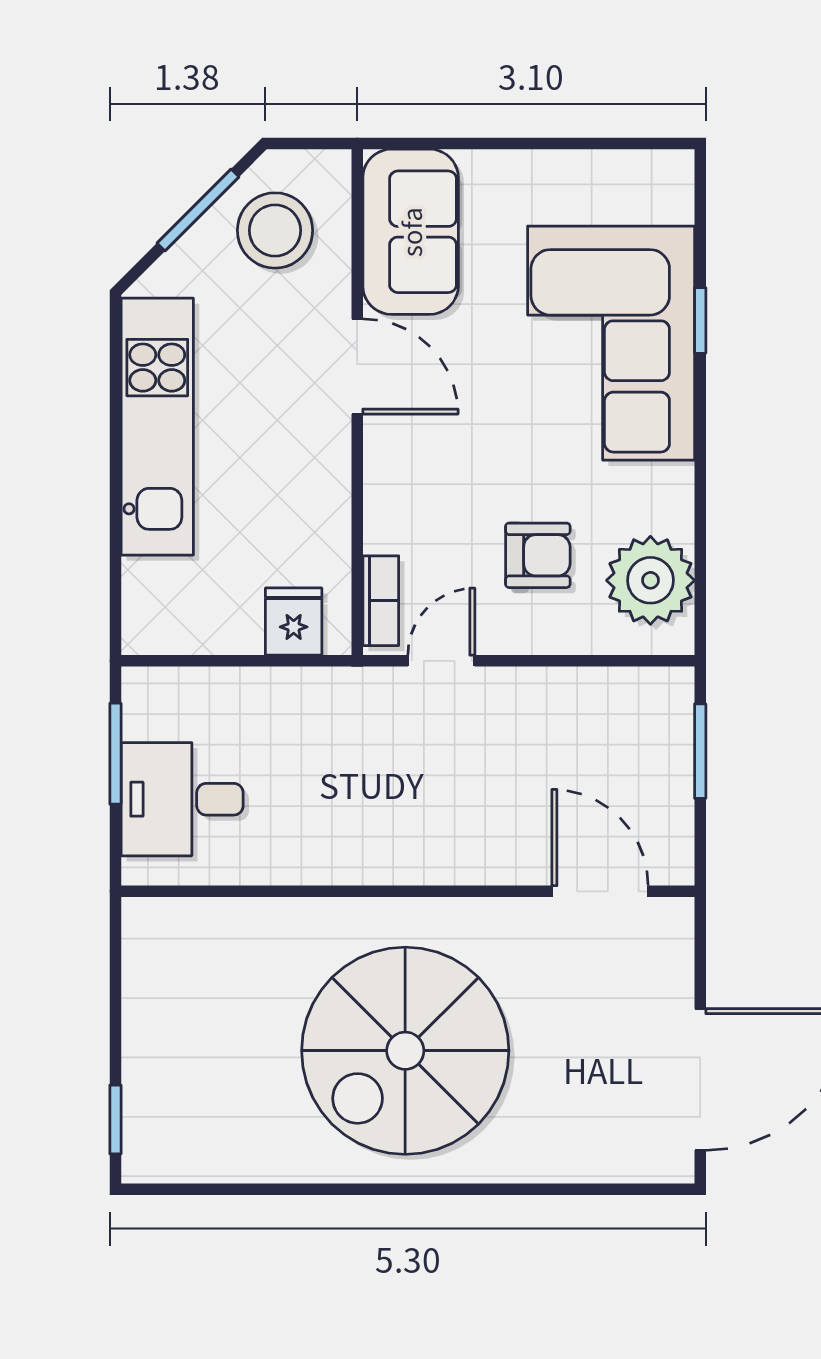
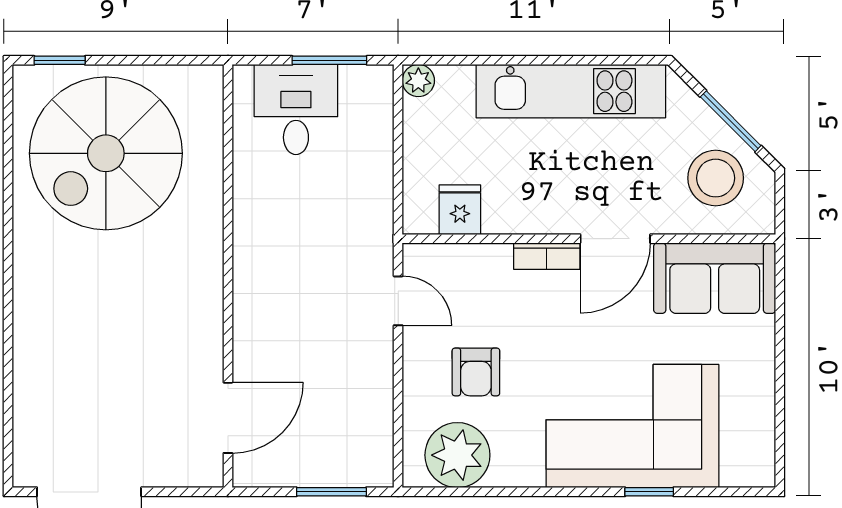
bookcase: (381, 601) -> (547, 256), moved
fridge: (294, 622) -> (460, 210), moved, turned -90
plant: (143, 633) -> (418, 81), added
spiral stairs: (405, 1051) -> (106, 153), moved, turned -90

